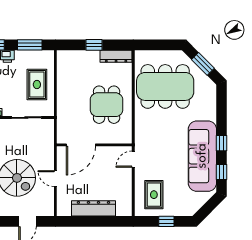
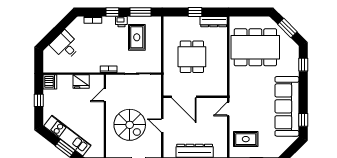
rug: (37, 85) -> (137, 37), moved
dining table: (107, 105) -> (192, 57), moved
window: (222, 143) -> (303, 65), moved
door: (81, 145) -> (184, 97), hinge flipped
rug: (154, 195) -> (246, 139), turned 90

